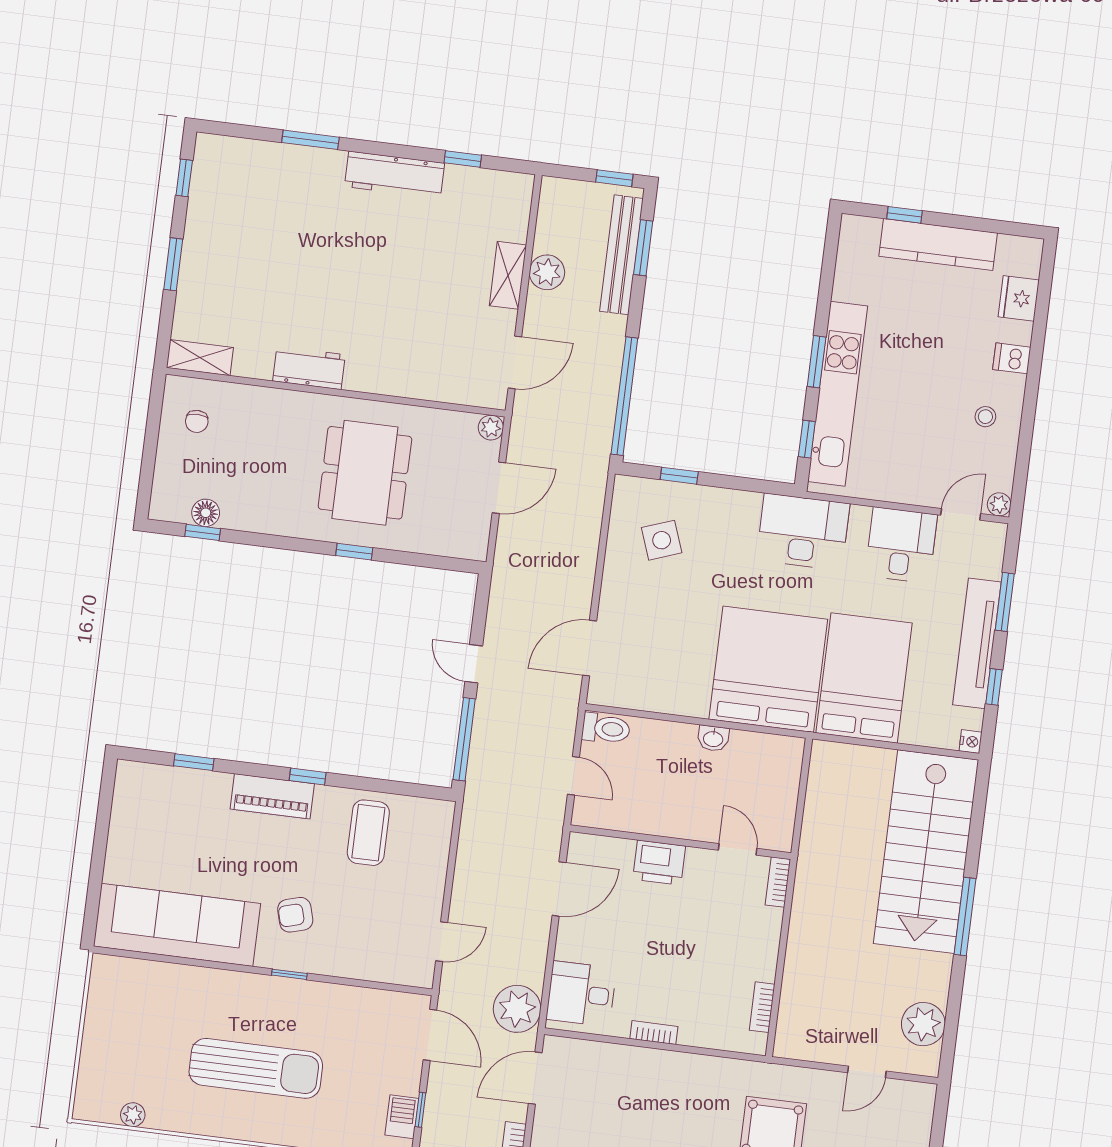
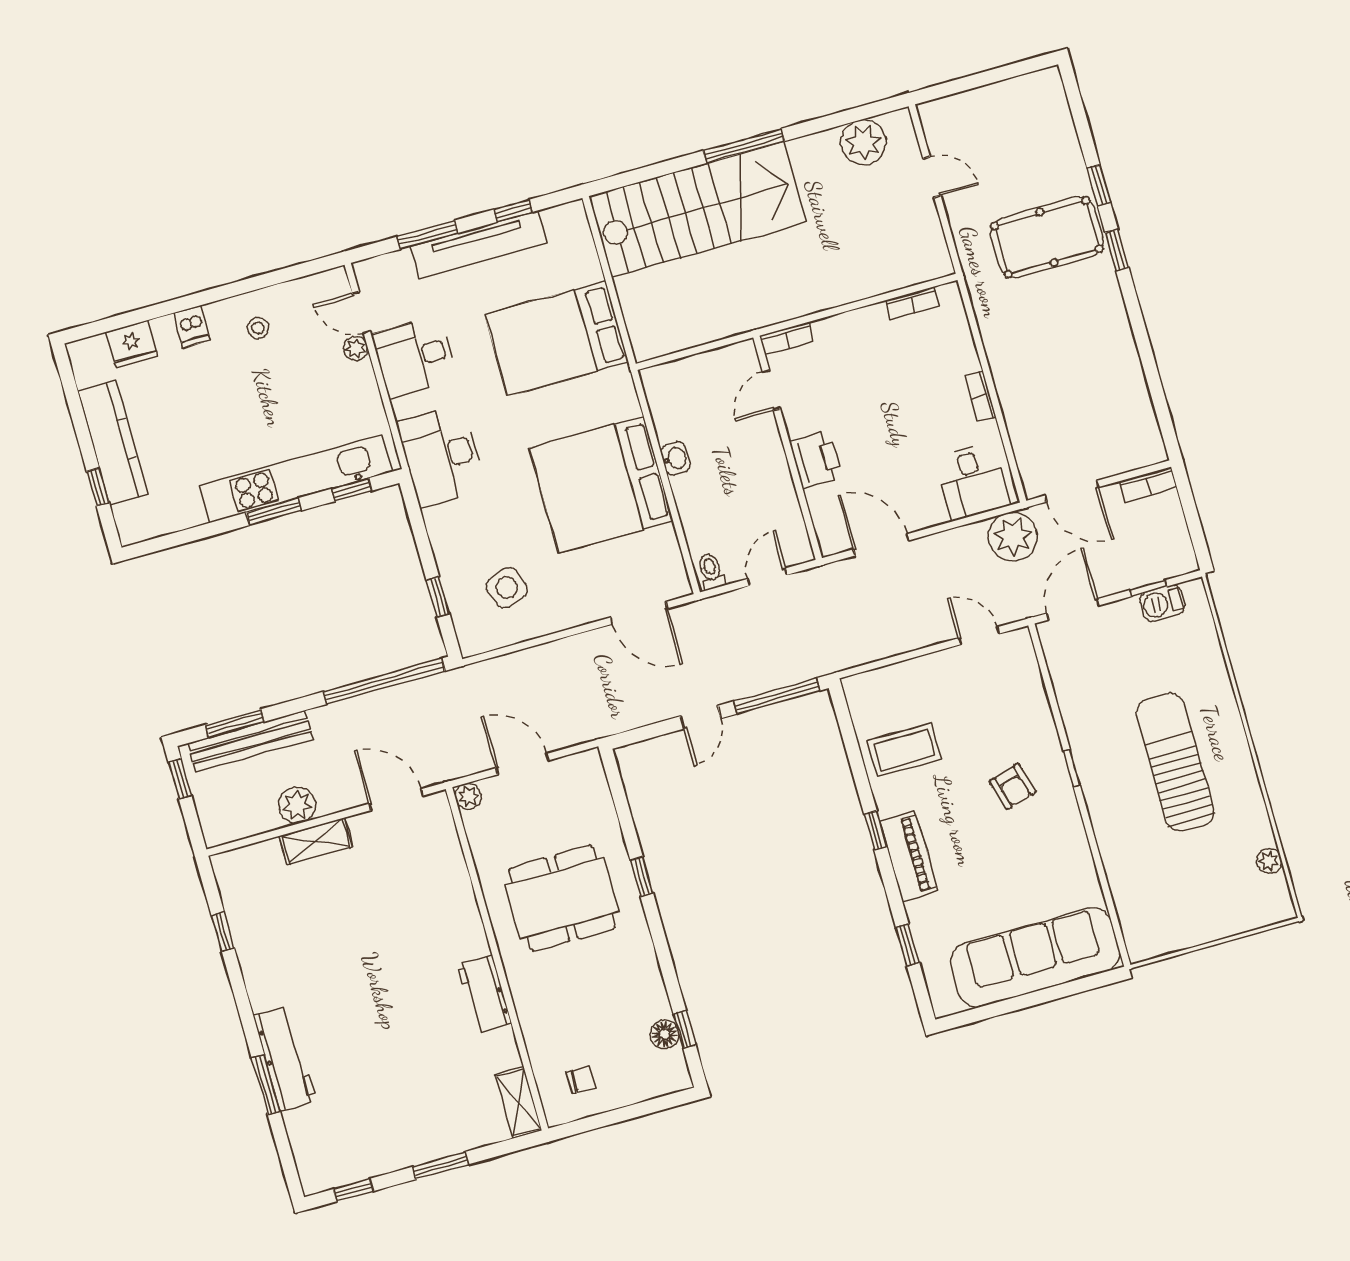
workbench: (395, 175) -> (285, 1058), moved
plant: (999, 504) -> (356, 348), moved
bed: (768, 669) -> (601, 484), moved
toilet: (606, 729) -> (711, 571), width x0.73, depth x0.72
nightstand: (971, 742) -> (574, 211), removed
sofa: (177, 925) -> (1035, 957), moved, turned 90

